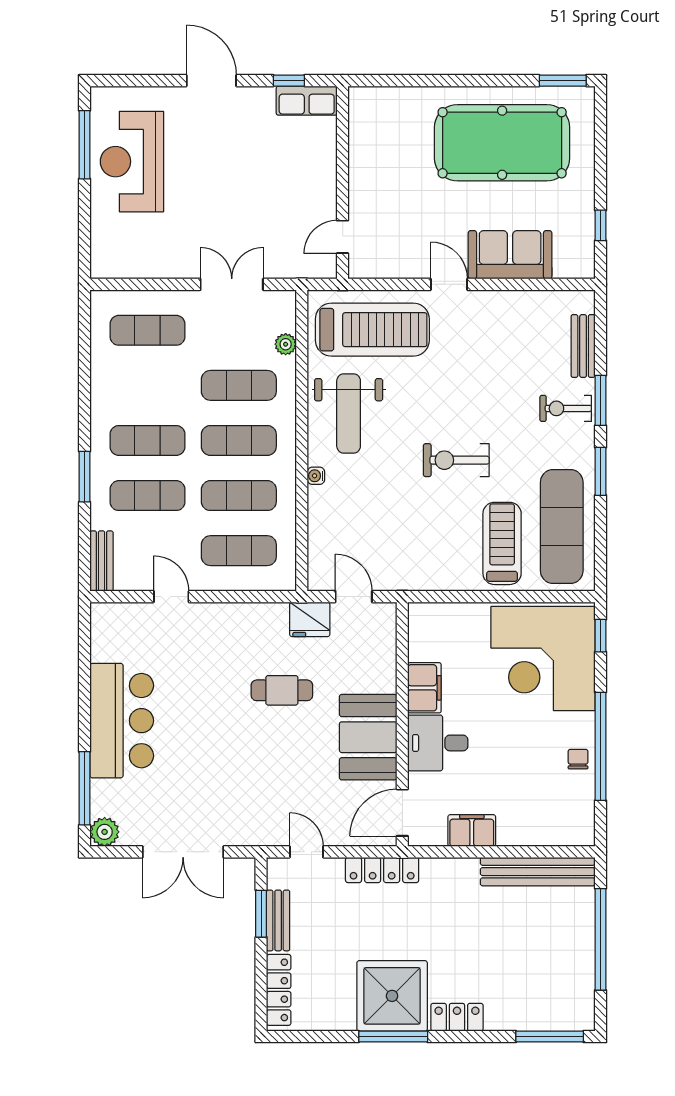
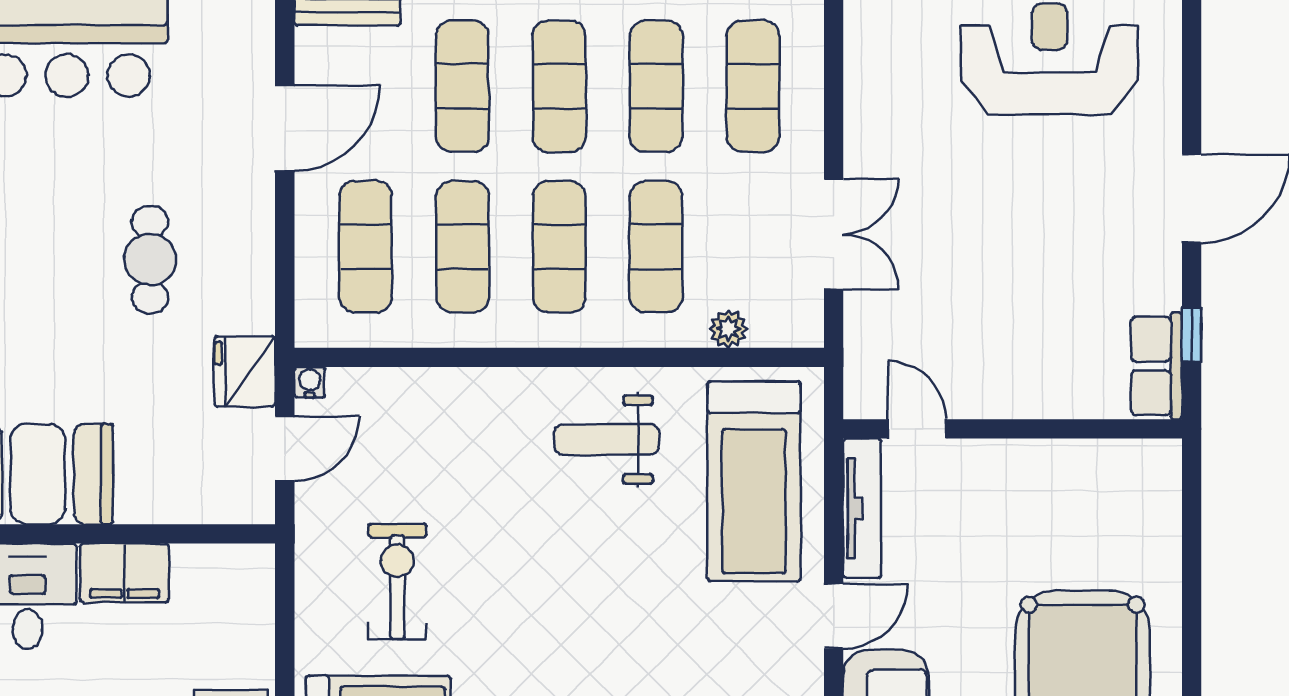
tv unit: (388, 268) -> (862, 508), added
exercise mat: (148, 385) -> (656, 86), added
weight bench: (349, 413) -> (607, 440), width x0.73, depth x0.75
exercise bike: (456, 460) -> (397, 581), moved
water cooler: (316, 476) -> (310, 382), moved
door: (171, 597) -> (285, 128), width x1.38
cafe table: (282, 690) -> (150, 260), moved

